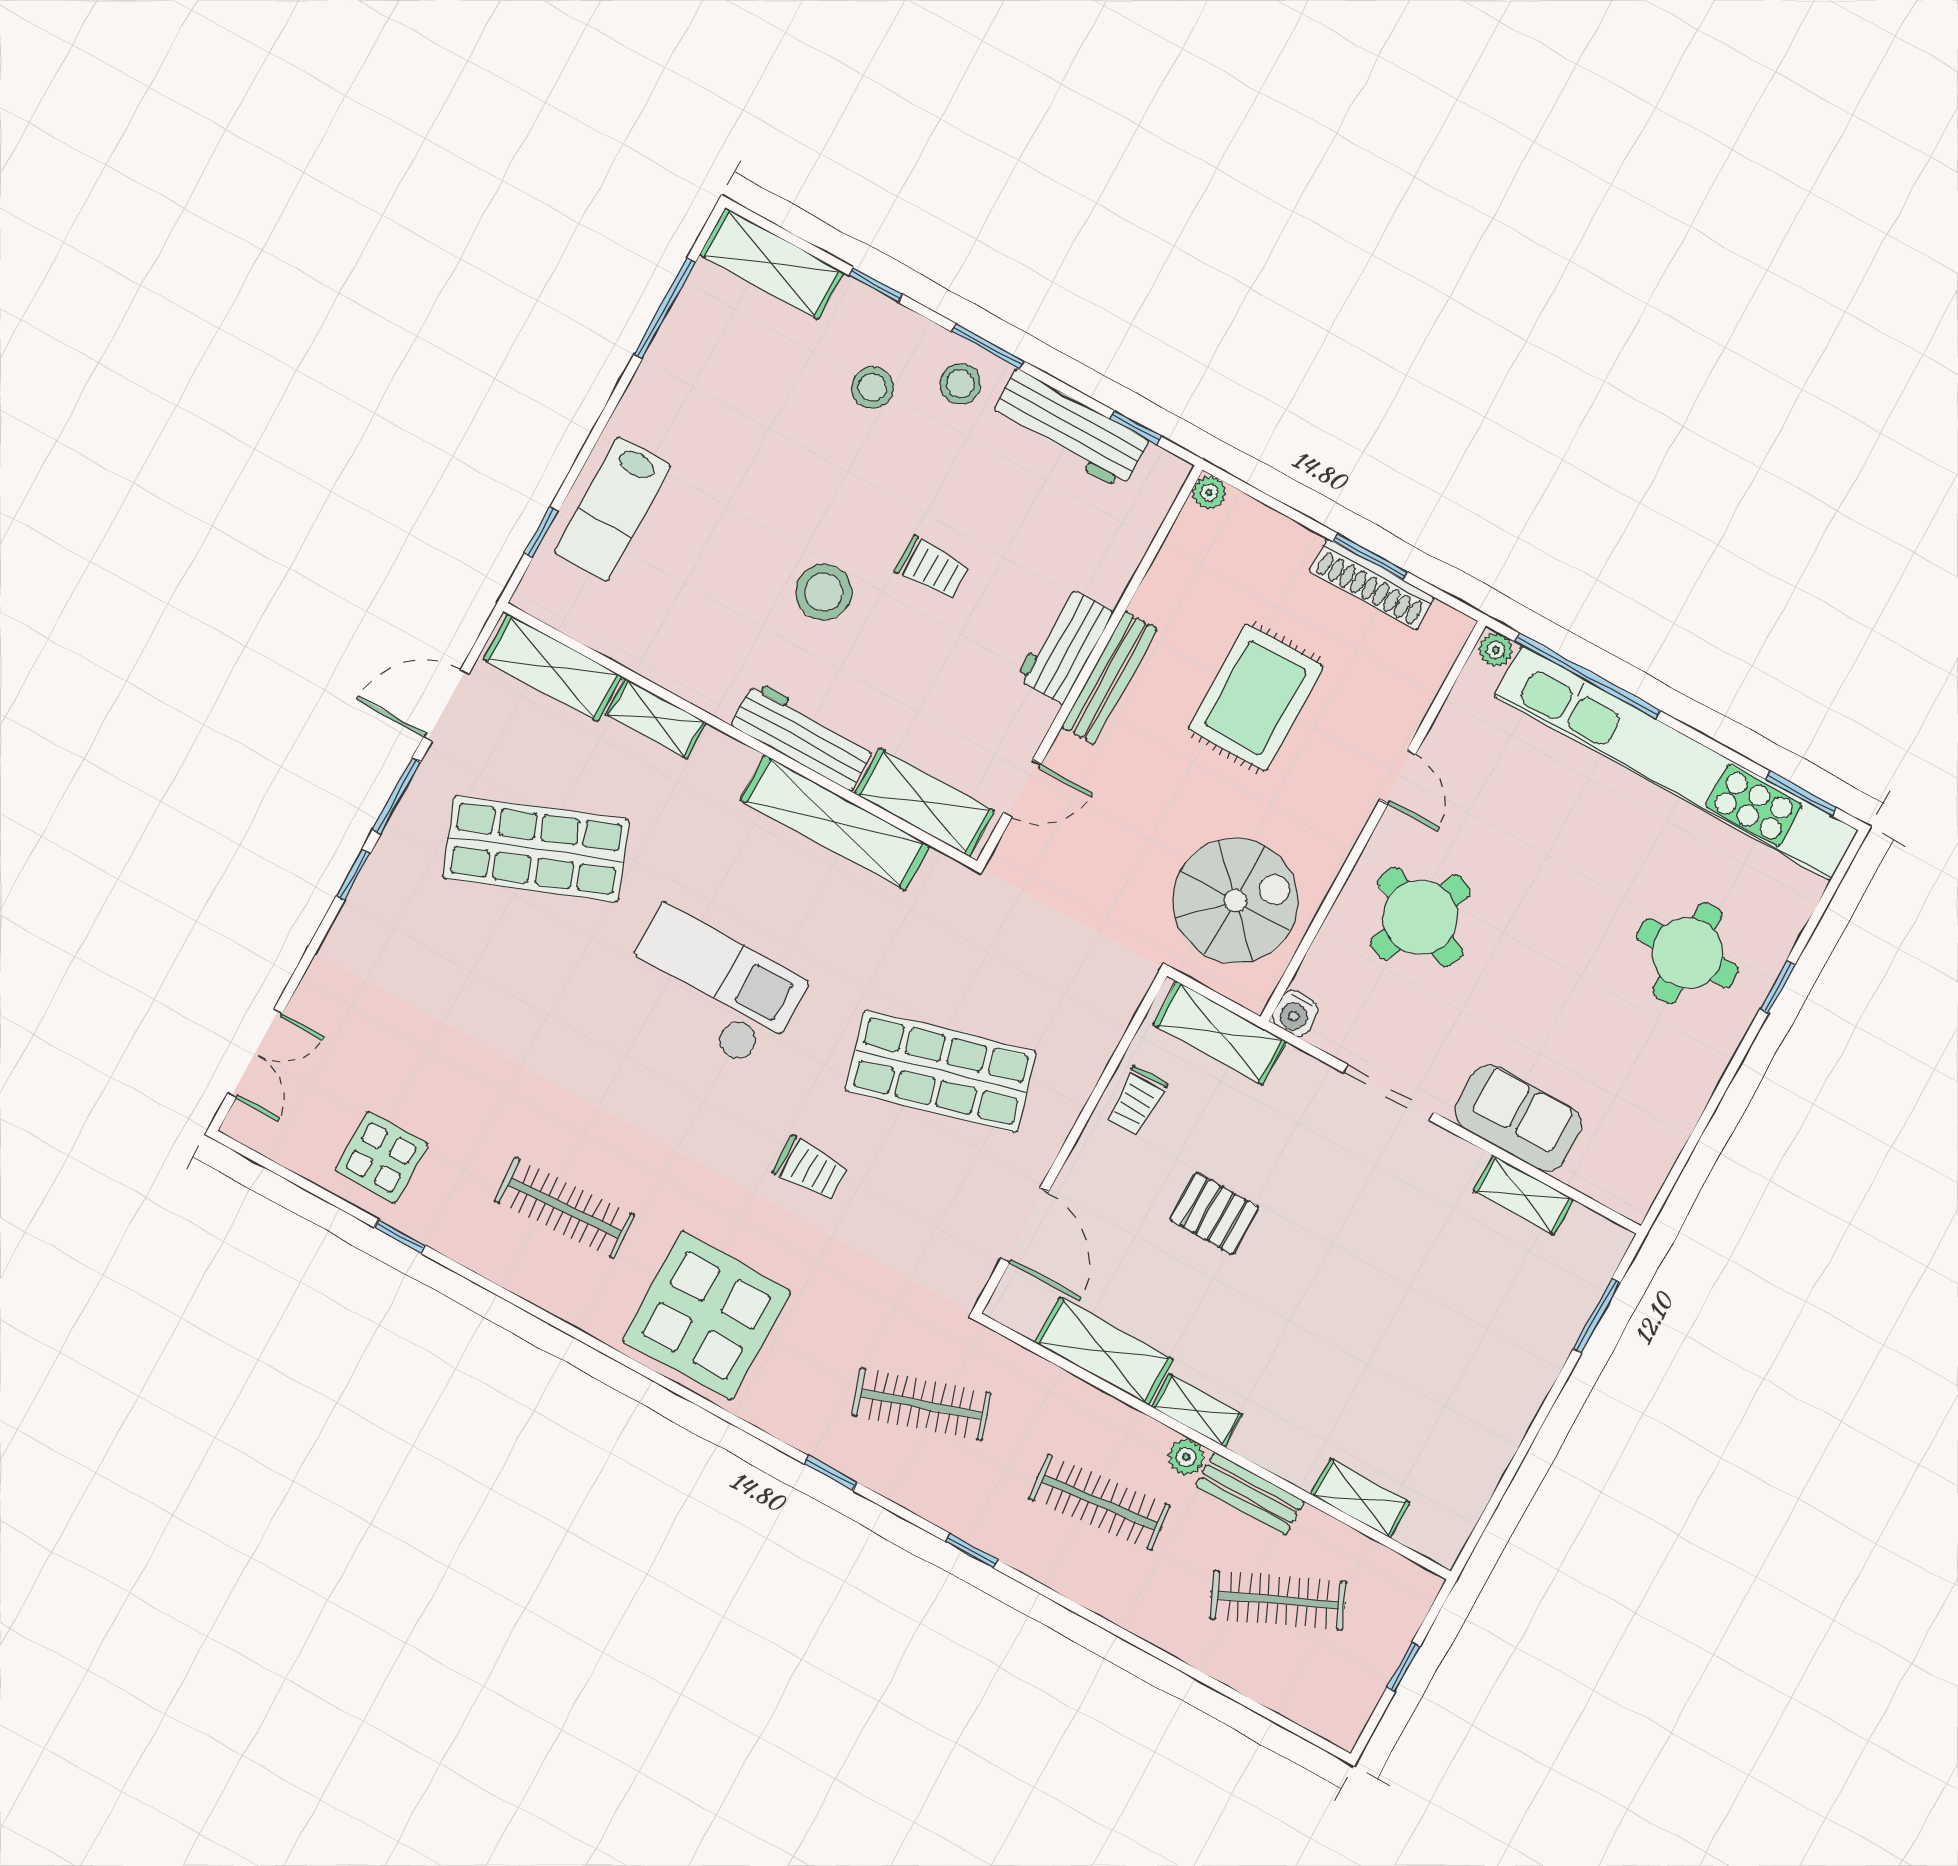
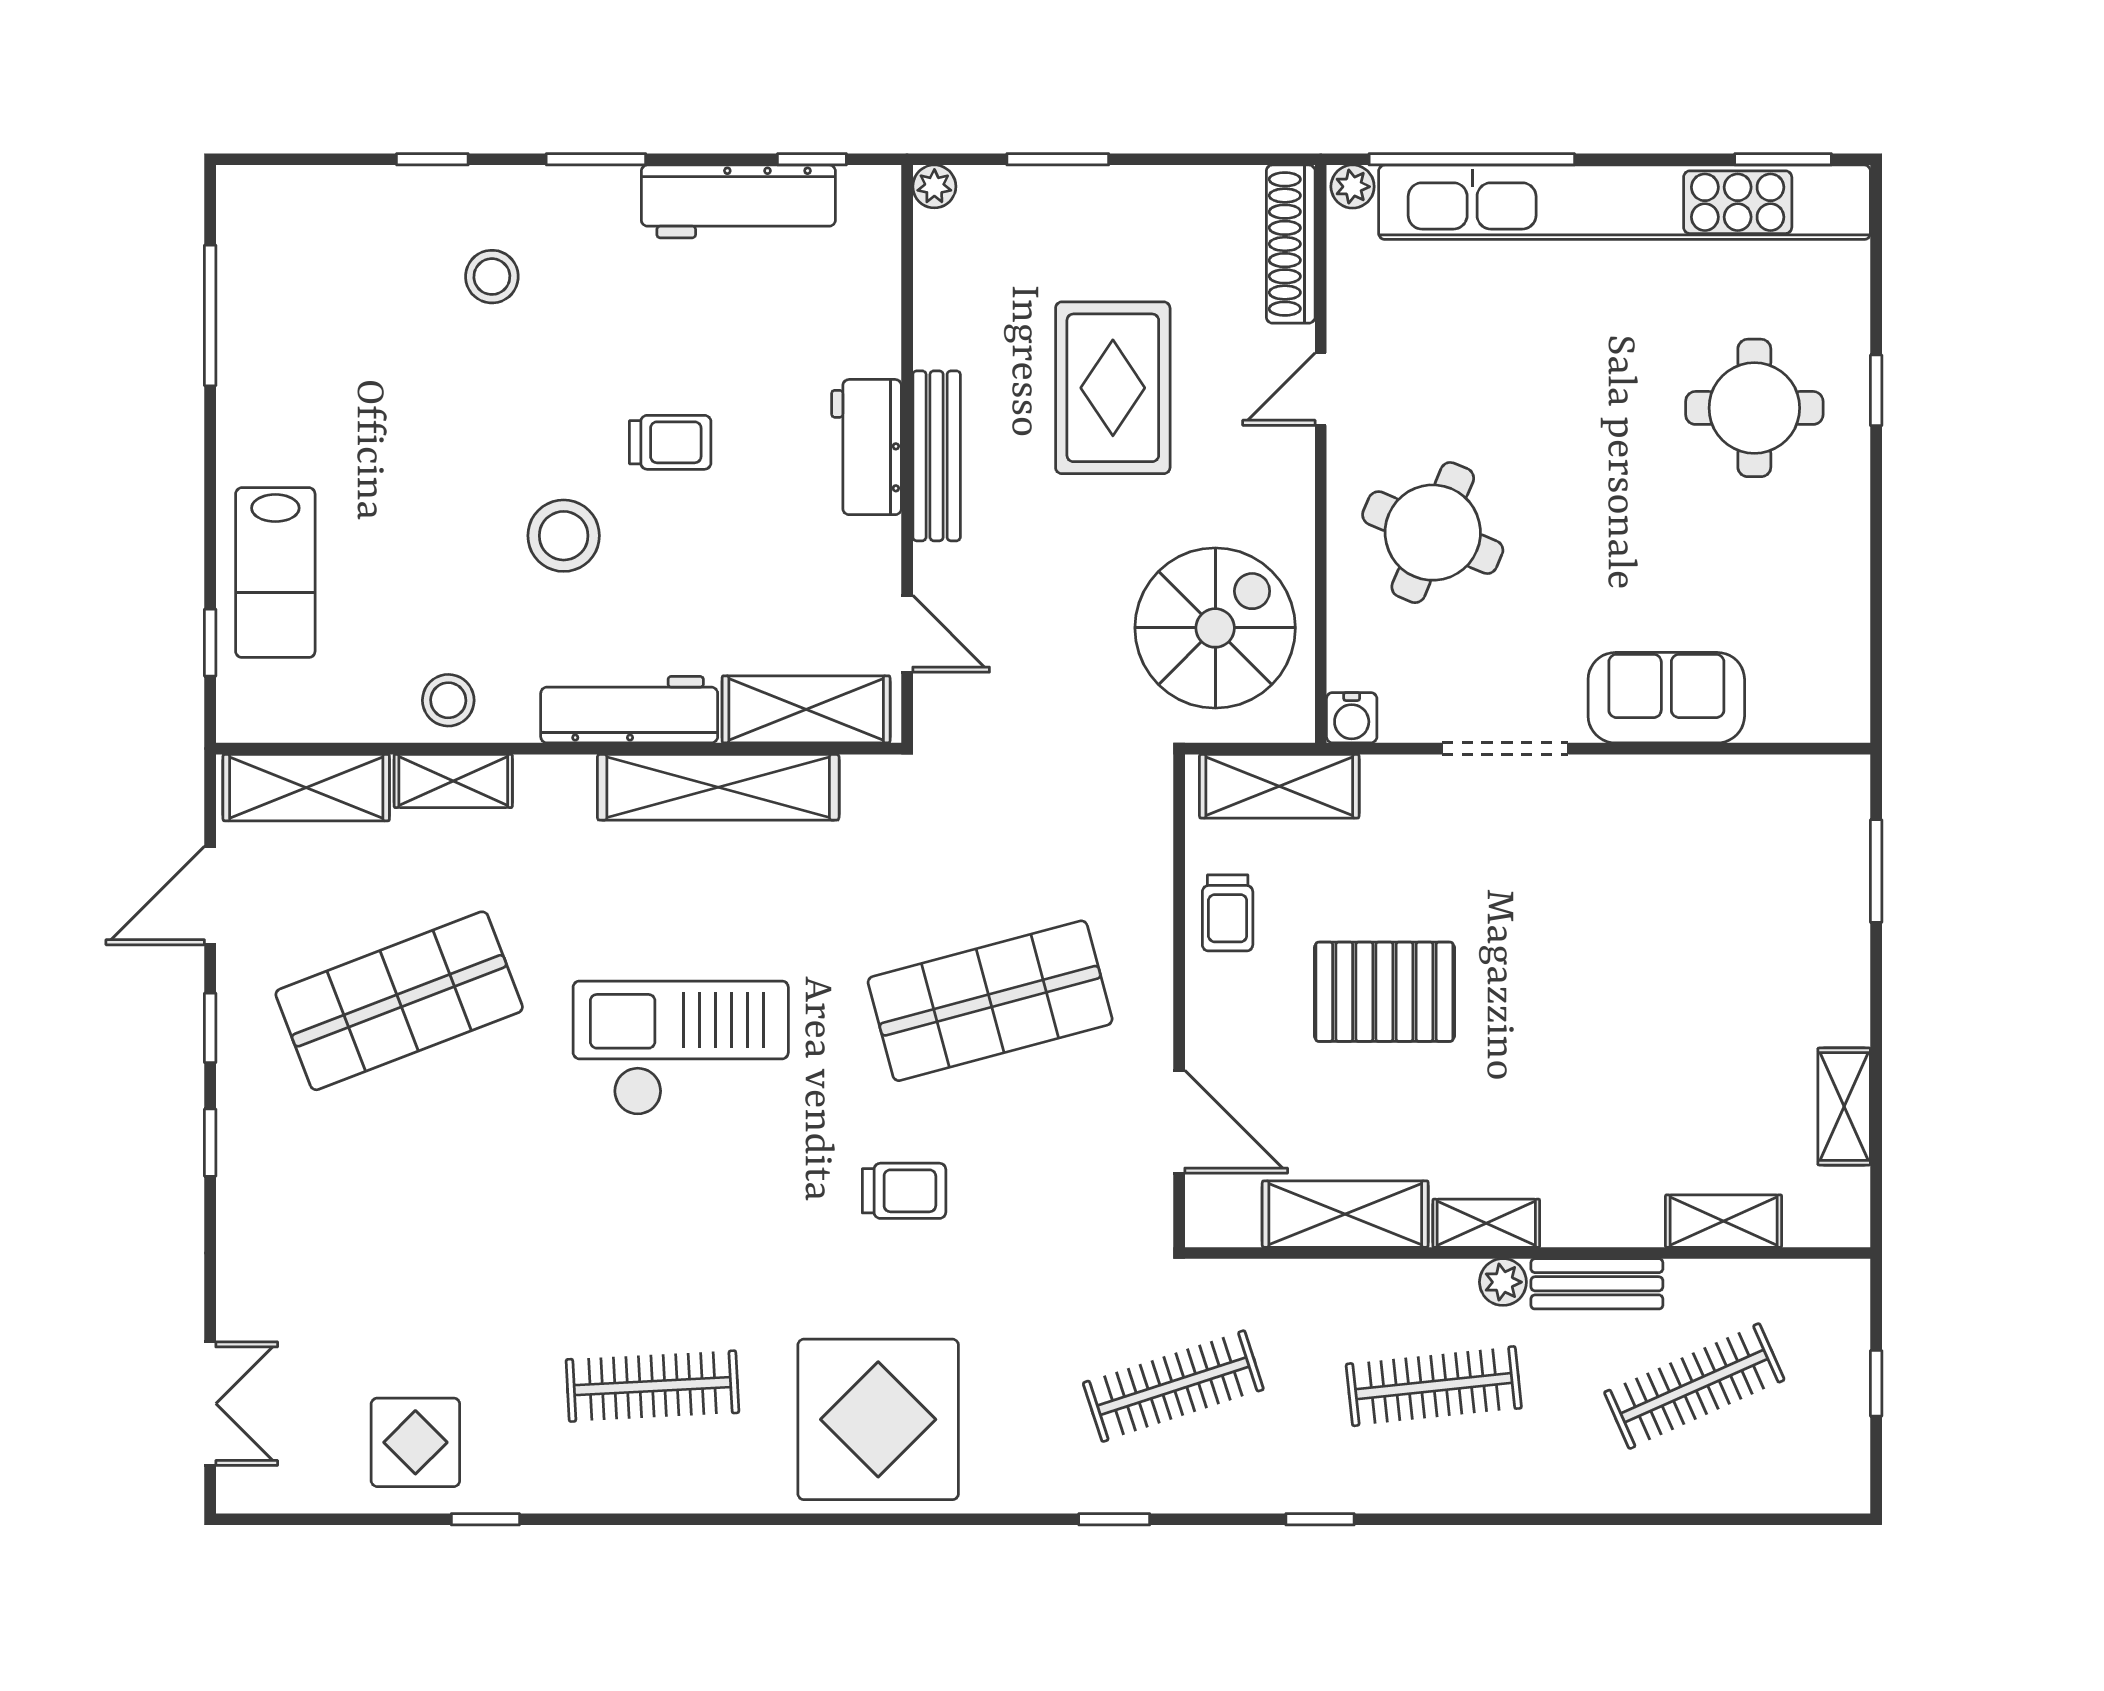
shelving: (772, 264) -> (303, 199), removed
stool: (960, 384) -> (448, 700), moved
window: (1370, 557) -> (1058, 159), moved
shoe rack: (1372, 584) -> (1291, 244), moved, turned 90
door: (1398, 777) -> (1321, 389), swing flipped
door: (1022, 789) -> (907, 634), hinge flipped
window: (396, 796) -> (210, 1028), width x0.67
shelving: (1523, 1195) -> (1844, 1106), moved, turned 90
pallet: (1214, 1213) -> (1384, 992), width x1.50, depth x1.42

